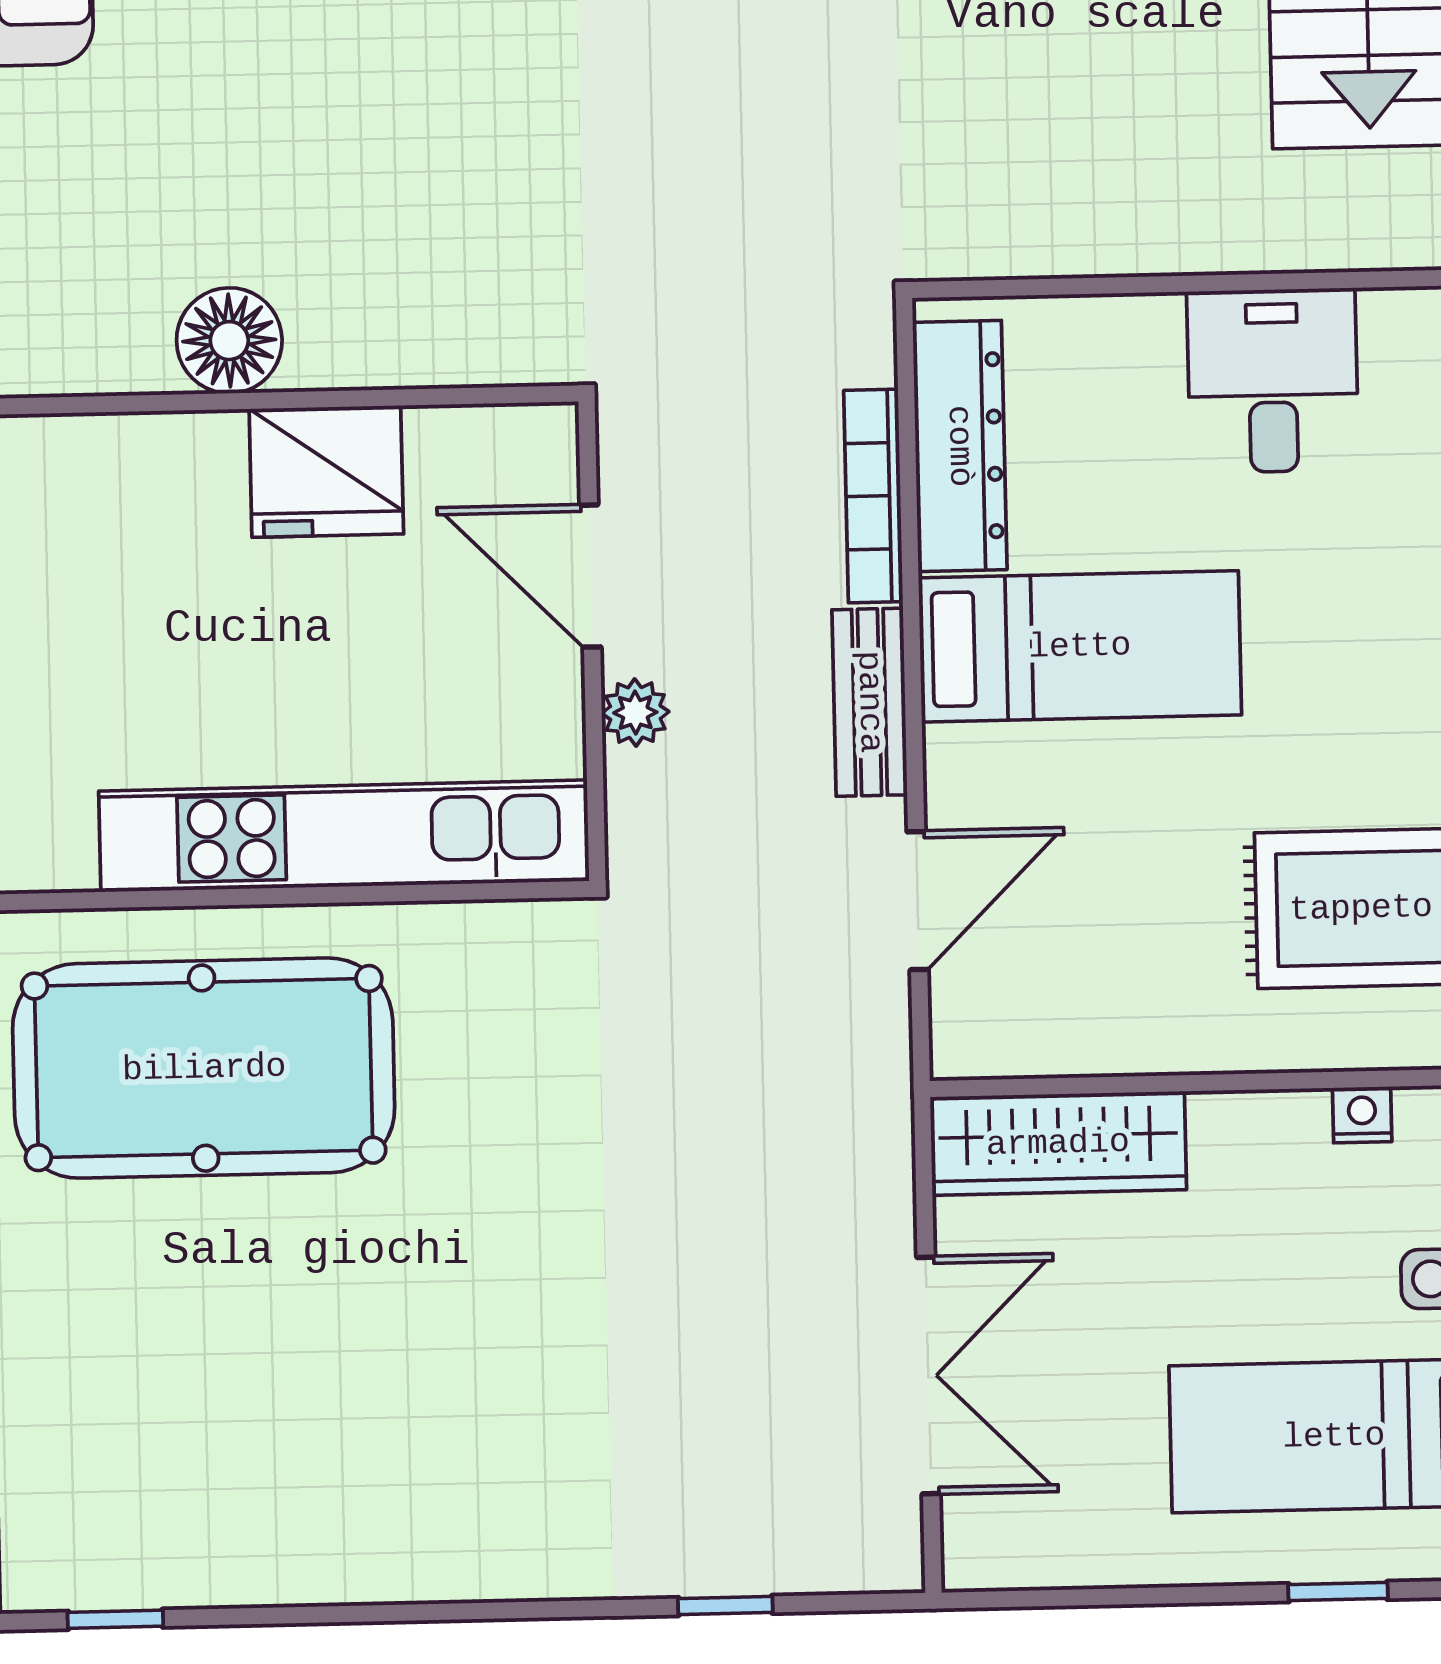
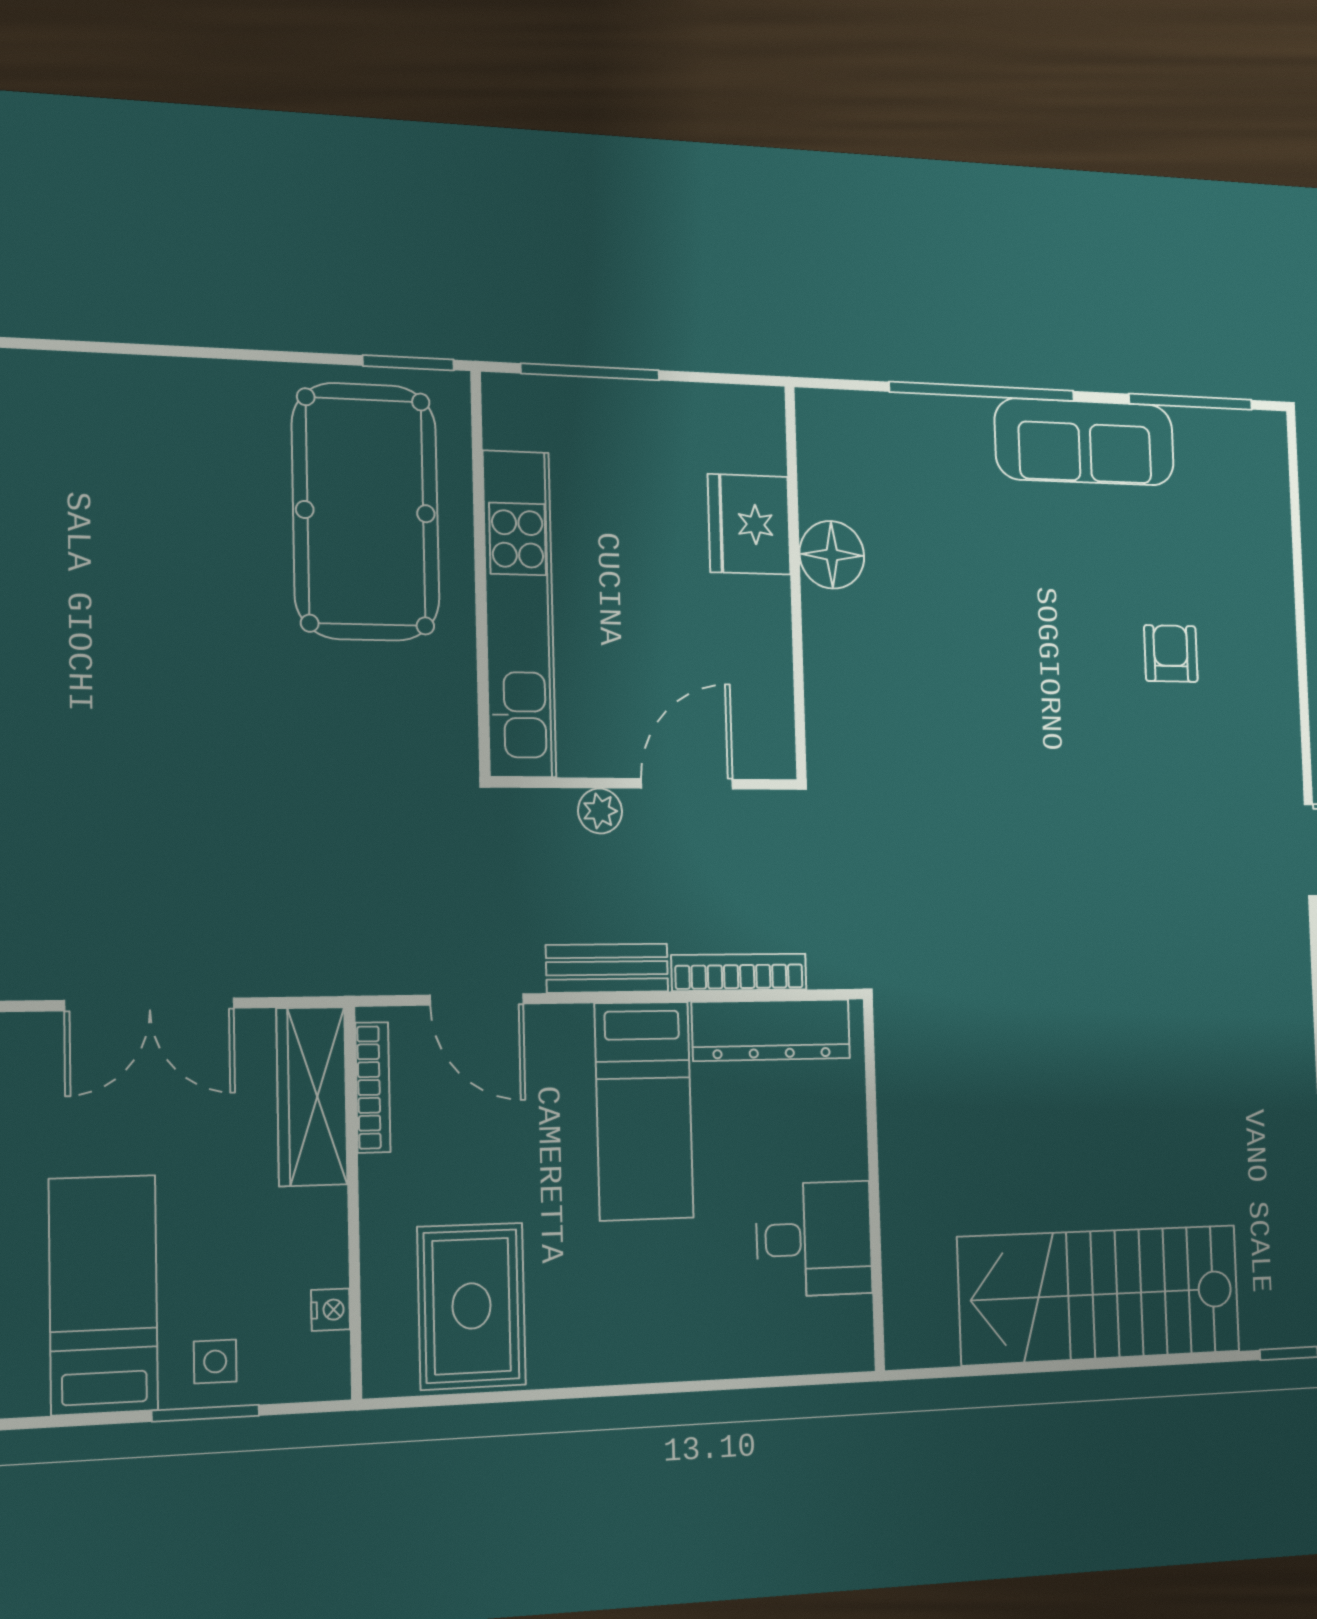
fridge: (326, 471) -> (749, 524), moved
bookcase: (1046, 1054) -> (373, 1087), added

